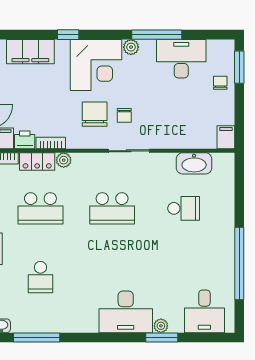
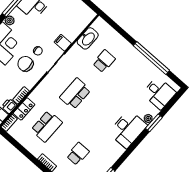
filing cabinet: (226, 137) -> (63, 43), moved
plant: (64, 160) -> (34, 96), removed
school desk: (112, 208) -> (75, 94), turned 180
school desk: (40, 277) -> (78, 154), turned -90

